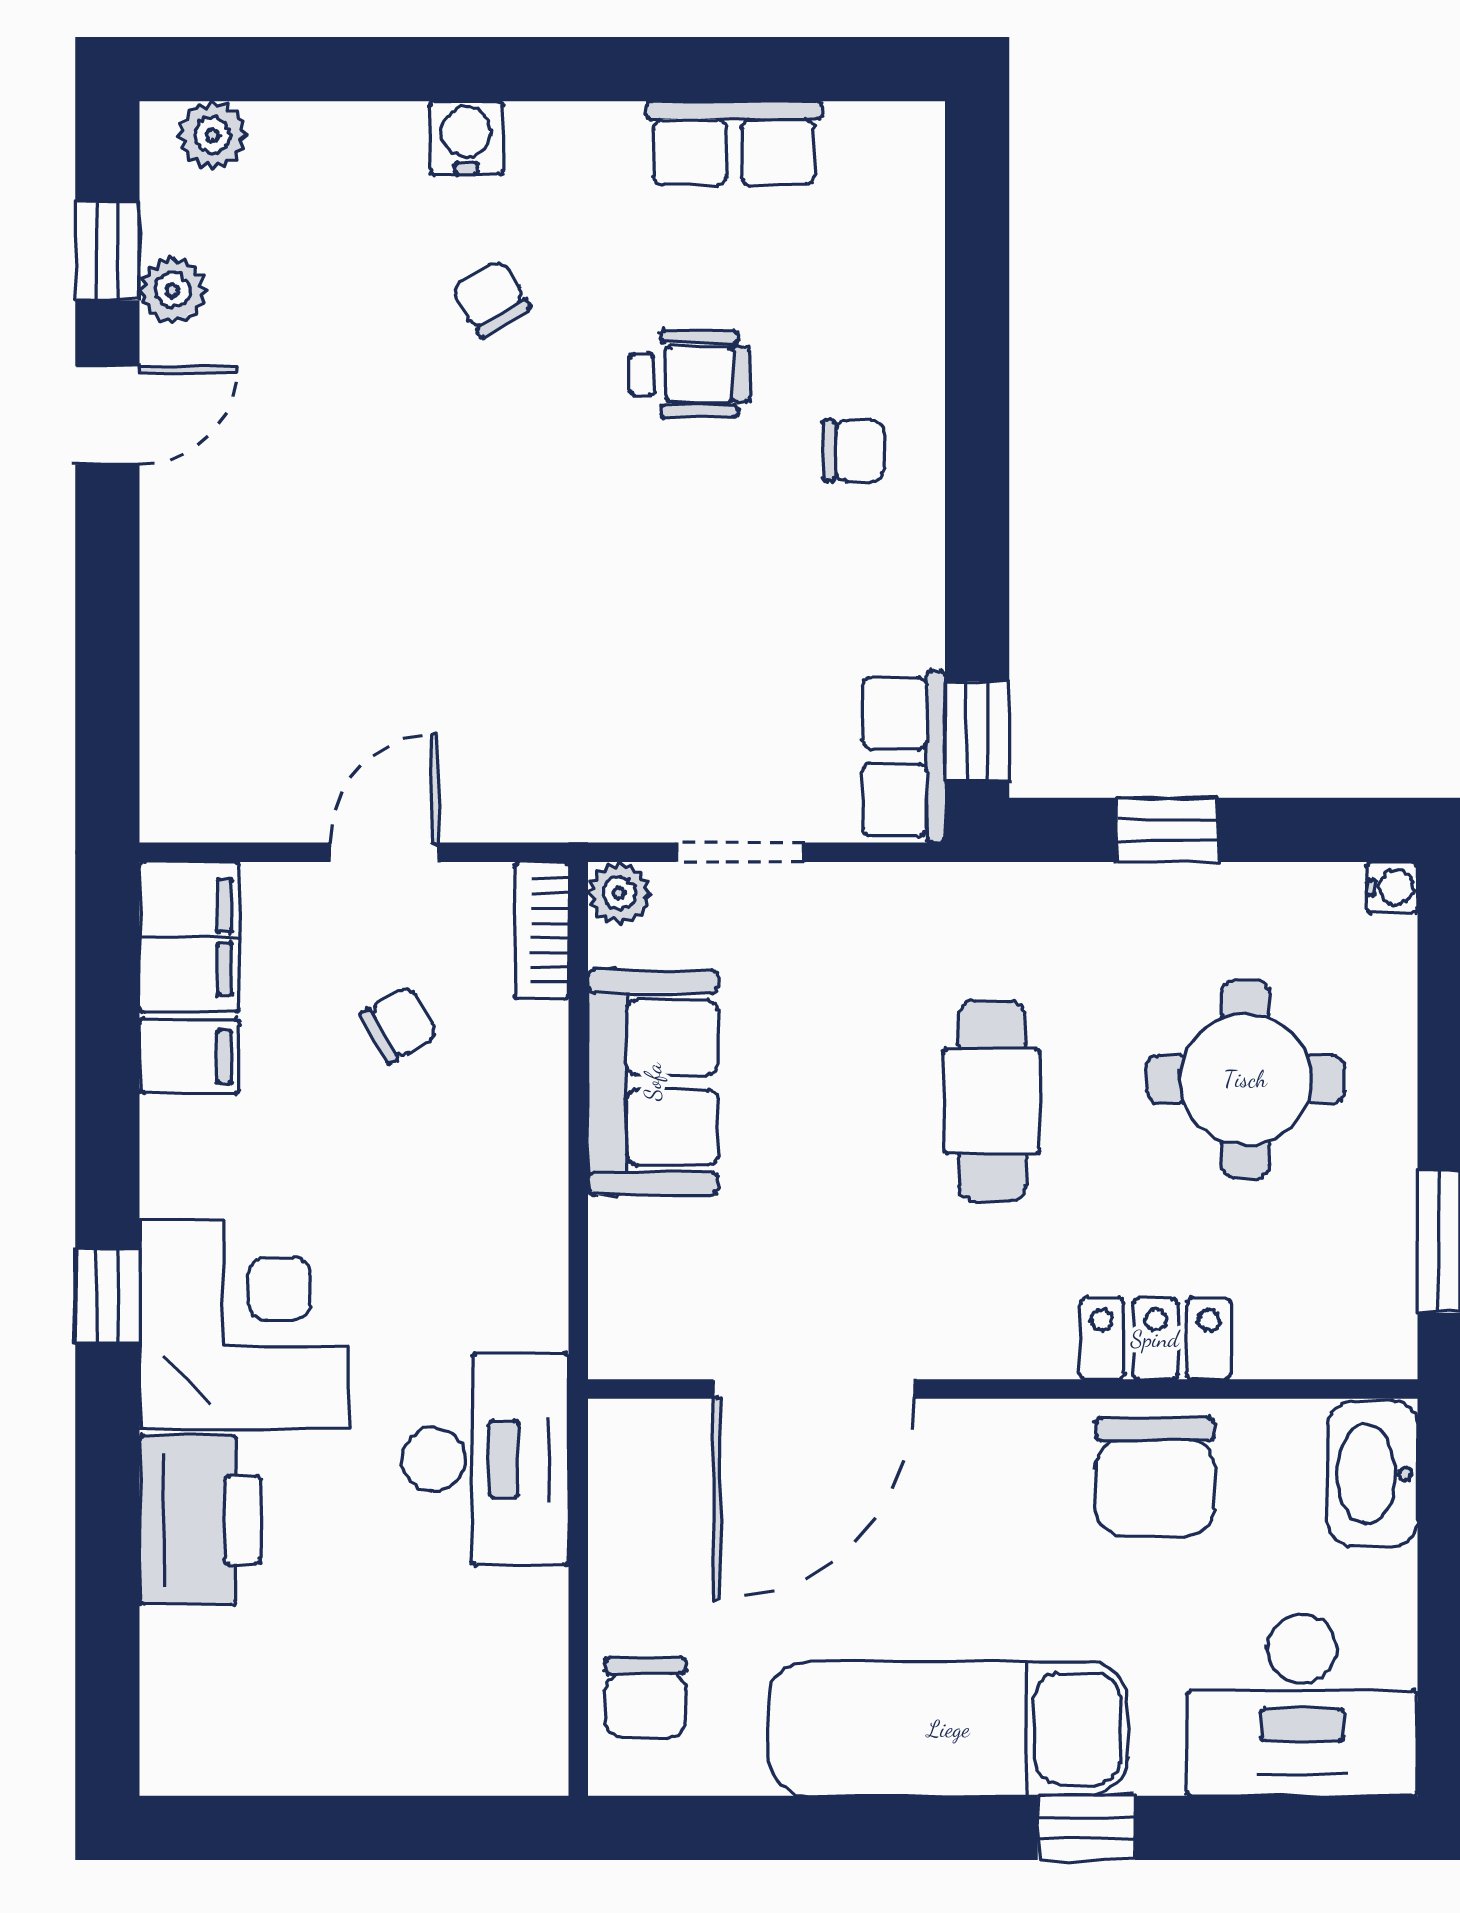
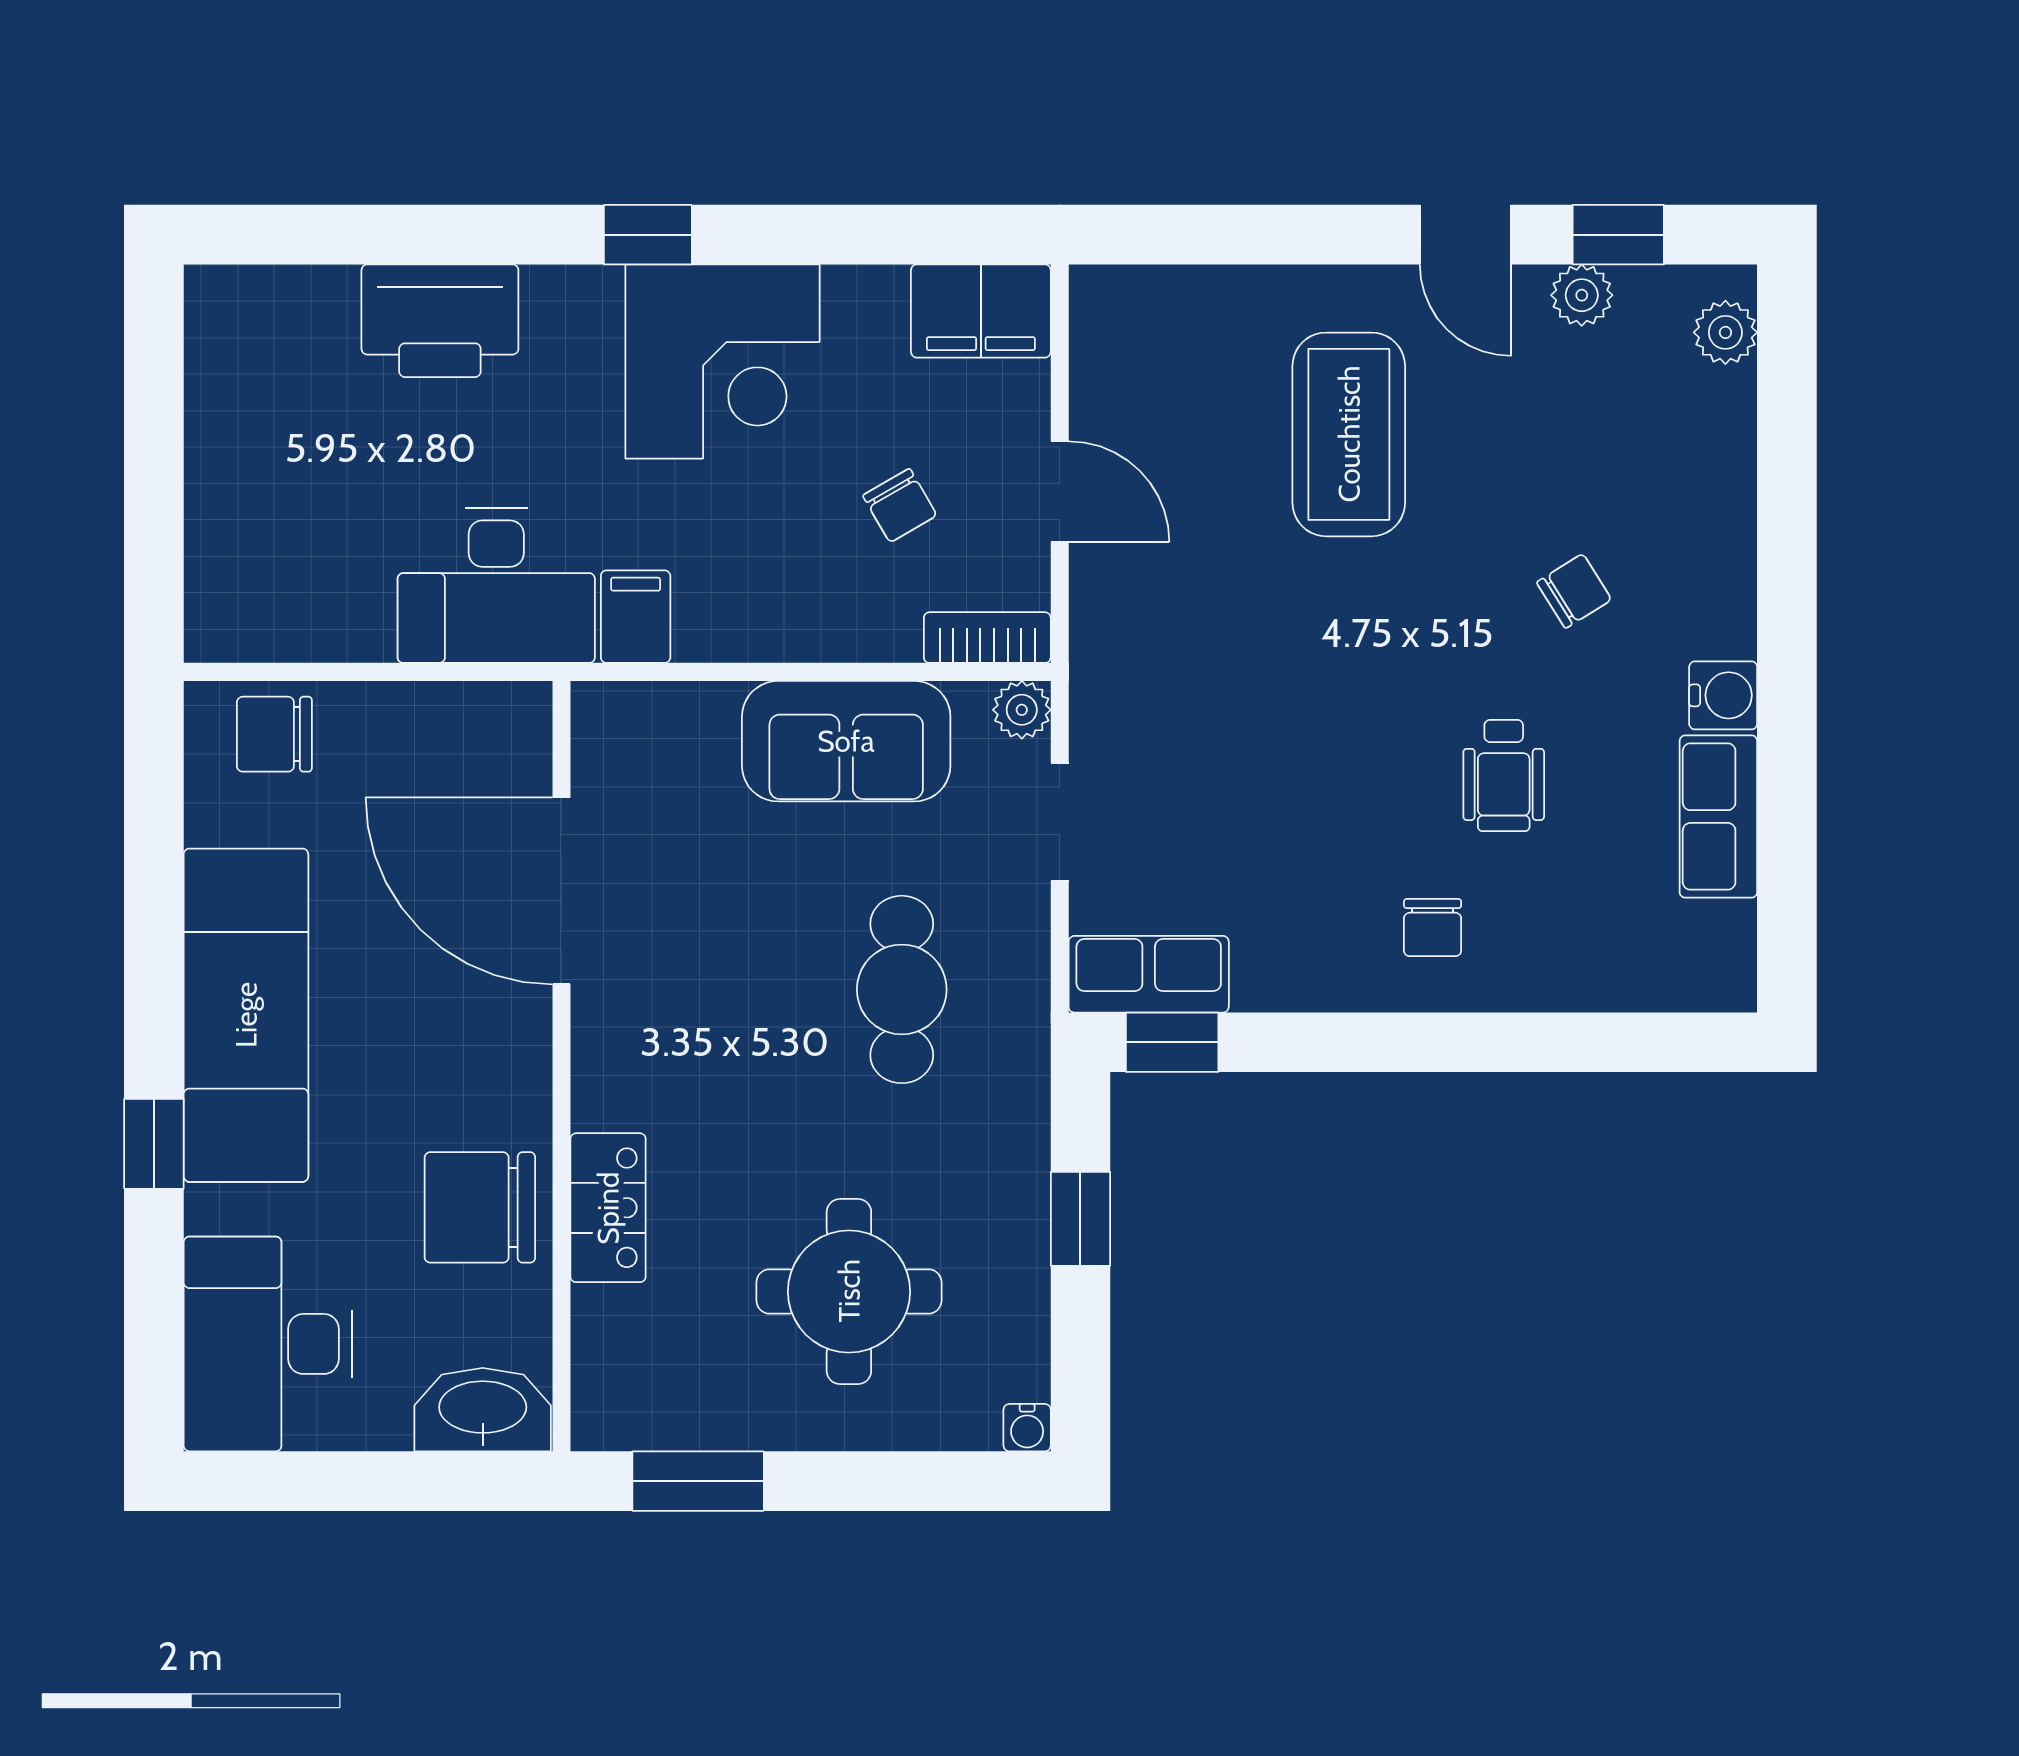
water cooler: (466, 138) -> (1723, 695), moved
coffee table: (322, 541) -> (1349, 434), added
filing cabinet: (189, 1056) -> (636, 617), moved, turned 180
cafe table: (992, 1101) -> (902, 989), moved, turned 90
corner desk: (244, 1324) -> (722, 361), moved

